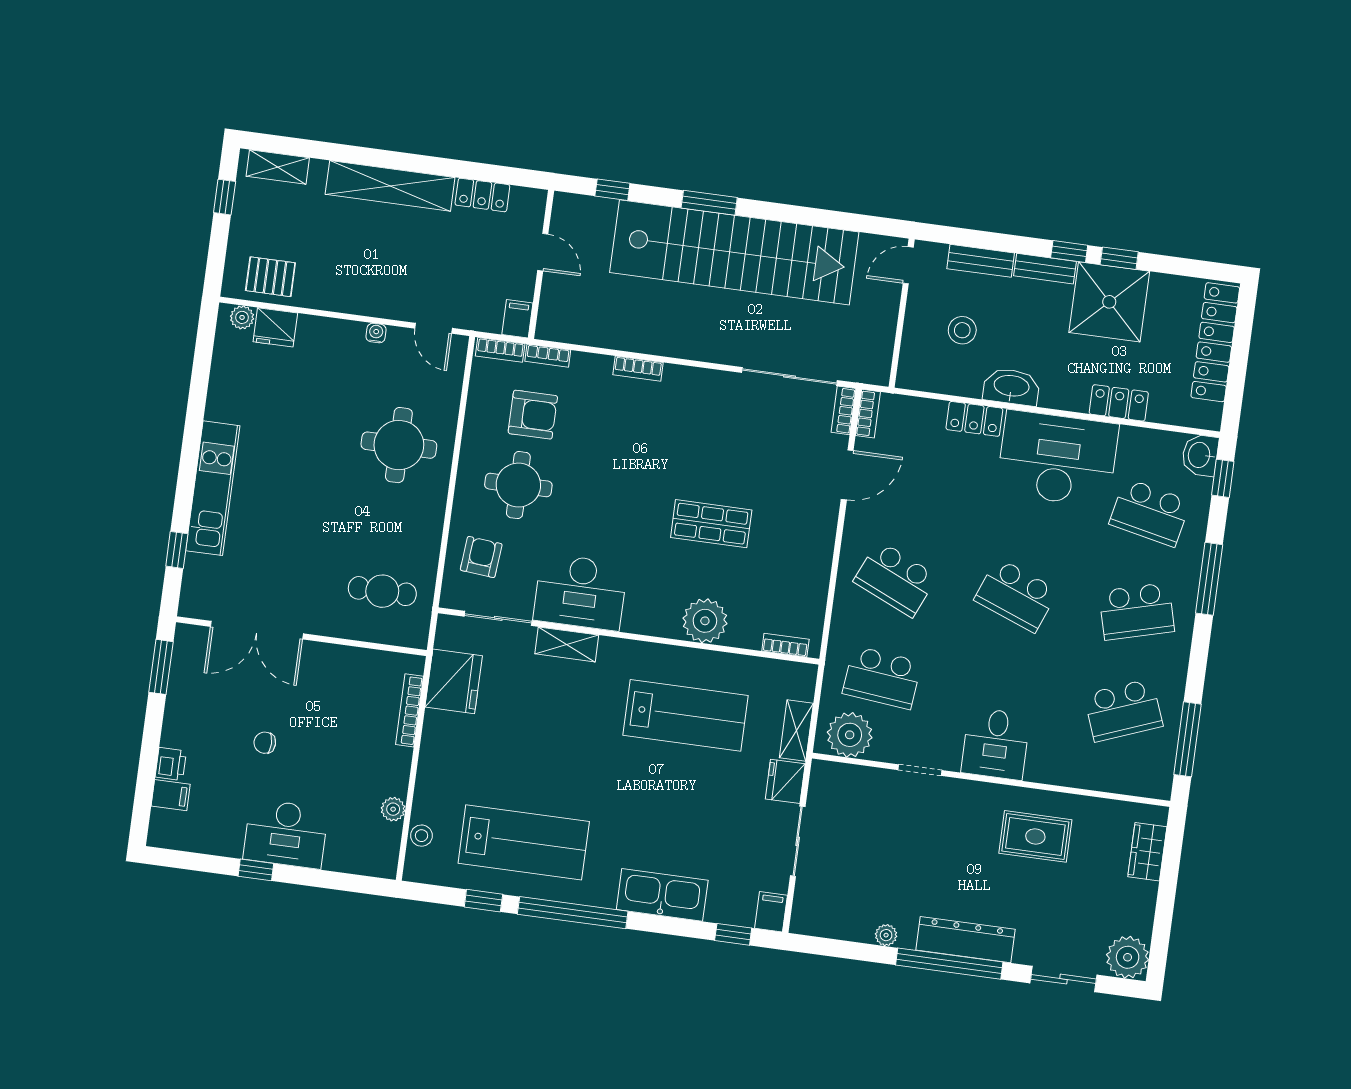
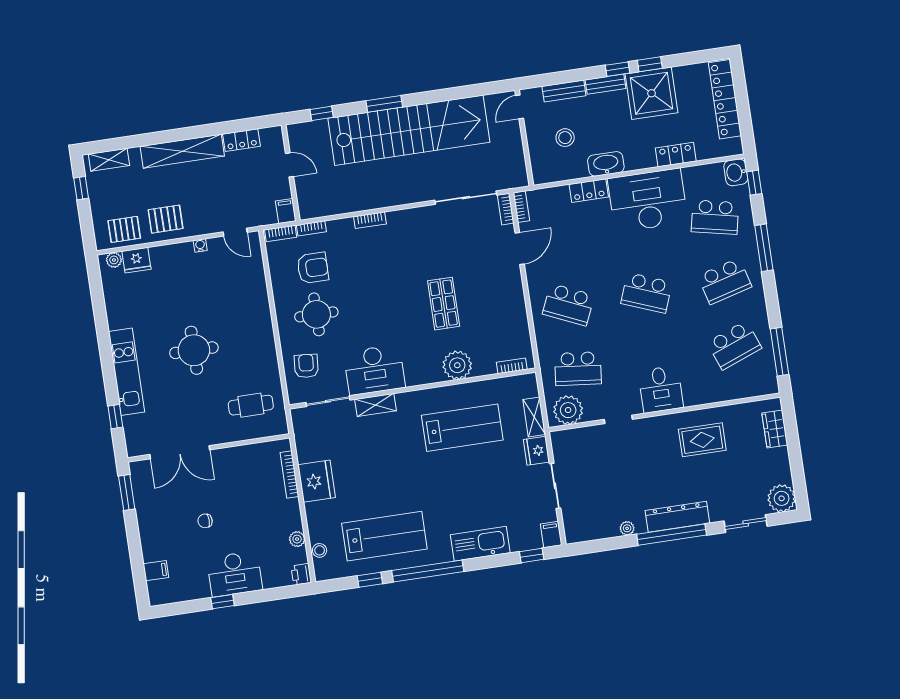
pallet: (336, 279) -> (166, 219), added
round table: (399, 445) -> (194, 350), moved
shop shelf: (711, 524) -> (444, 304), turned 90
fridge: (454, 681) -> (317, 481), moved
printer: (171, 764) -> (301, 574), moved, turned 180

